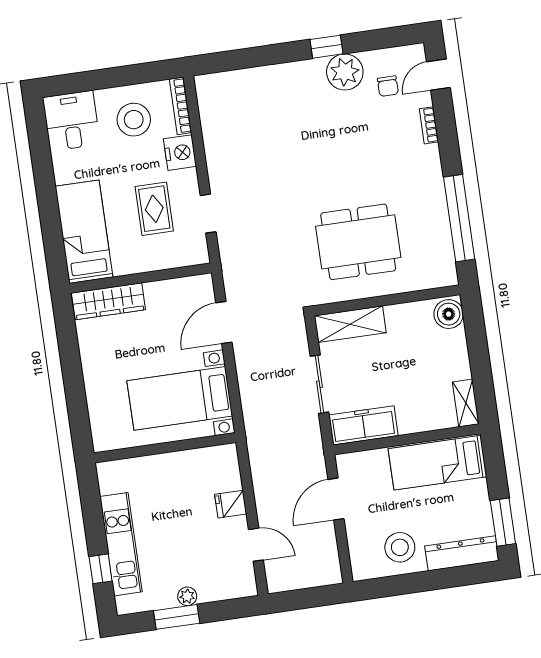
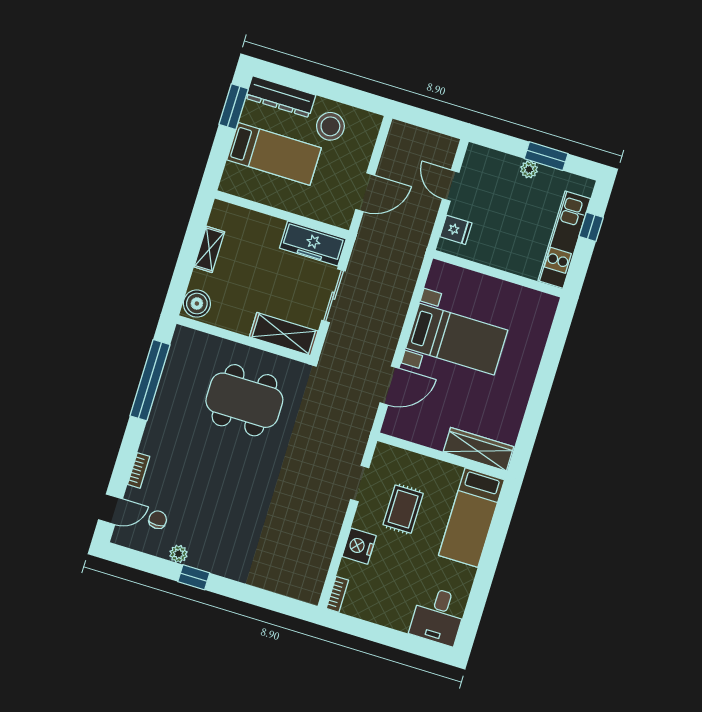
plant: (345, 72) -> (178, 554), width x0.53, depth x0.53
bookcase: (181, 106) -> (337, 594), width x0.64
stool: (134, 120) -> (385, 592), removed
shelving: (466, 403) -> (209, 249), moved
wall: (165, 448) -> (498, 274), moved
bed: (437, 463) -> (274, 154), moved

